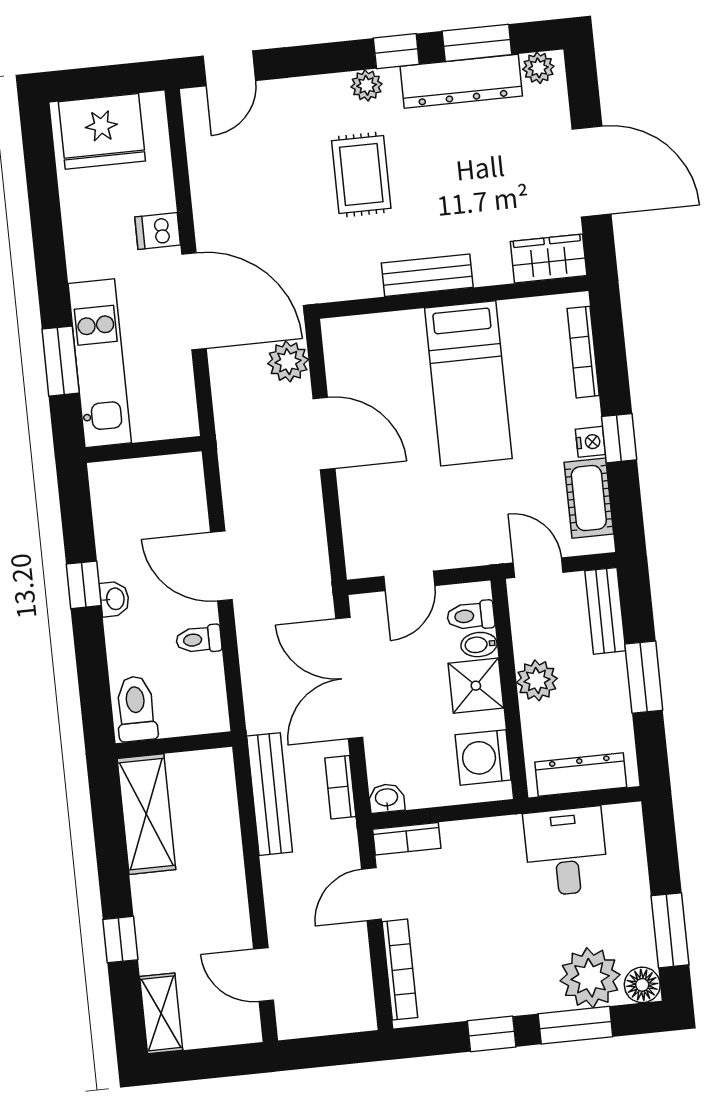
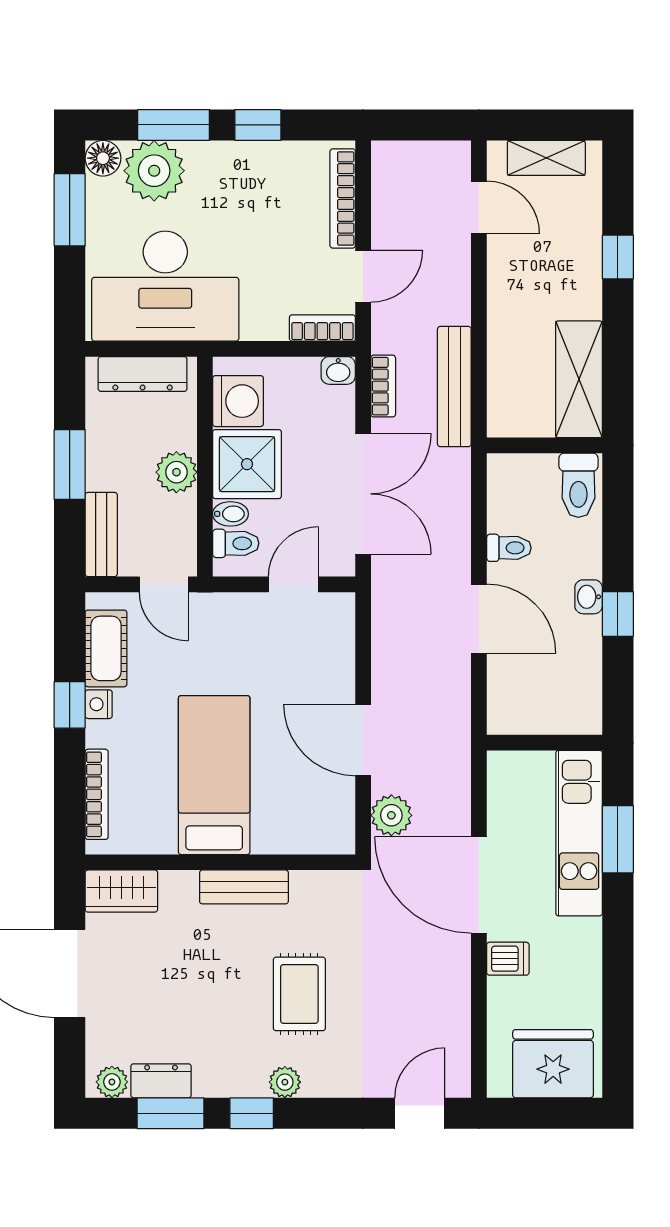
dresser: (461, 81) -> (161, 1081), width x0.51, depth x0.80
shower: (476, 686) -> (247, 464), width x1.36, depth x1.36
desk: (566, 852) -> (165, 286), width x1.87, depth x1.30
shelving: (161, 1013) -> (546, 158), moved, turned 90

